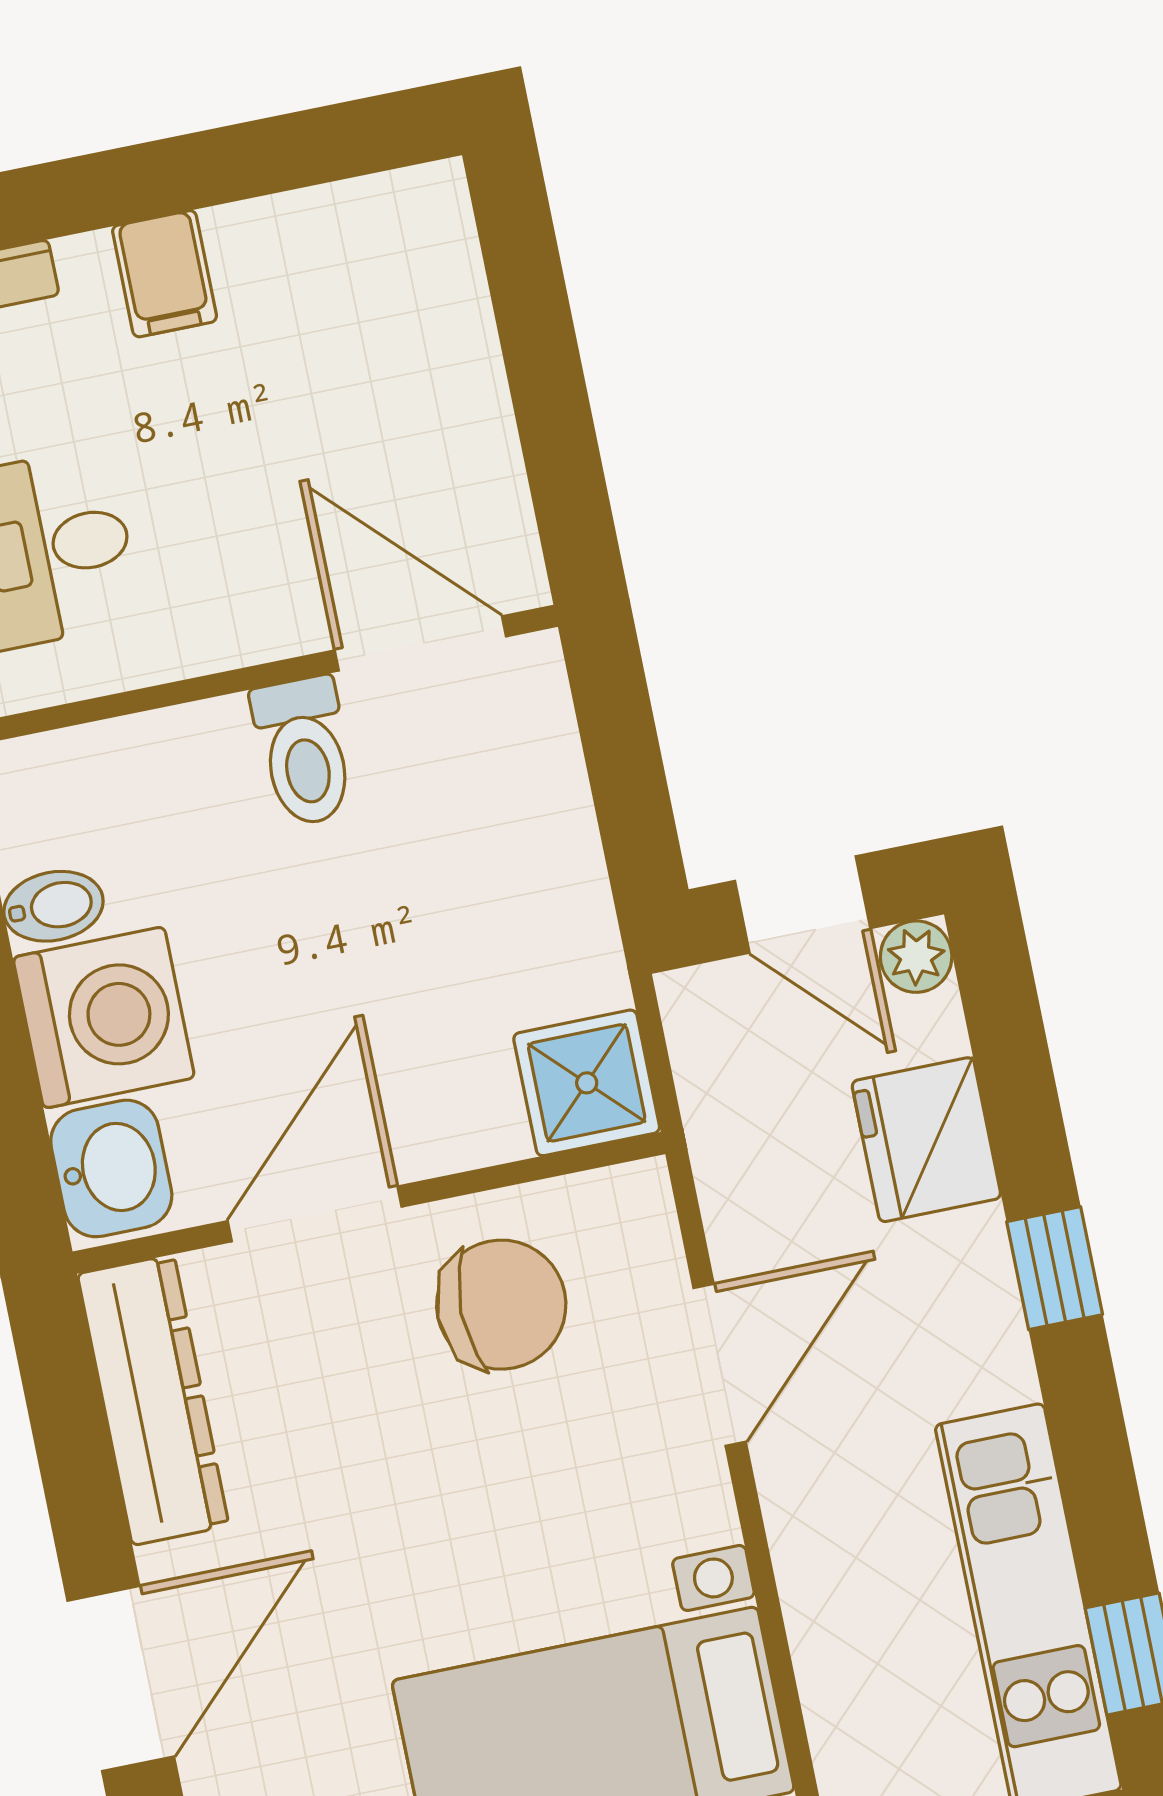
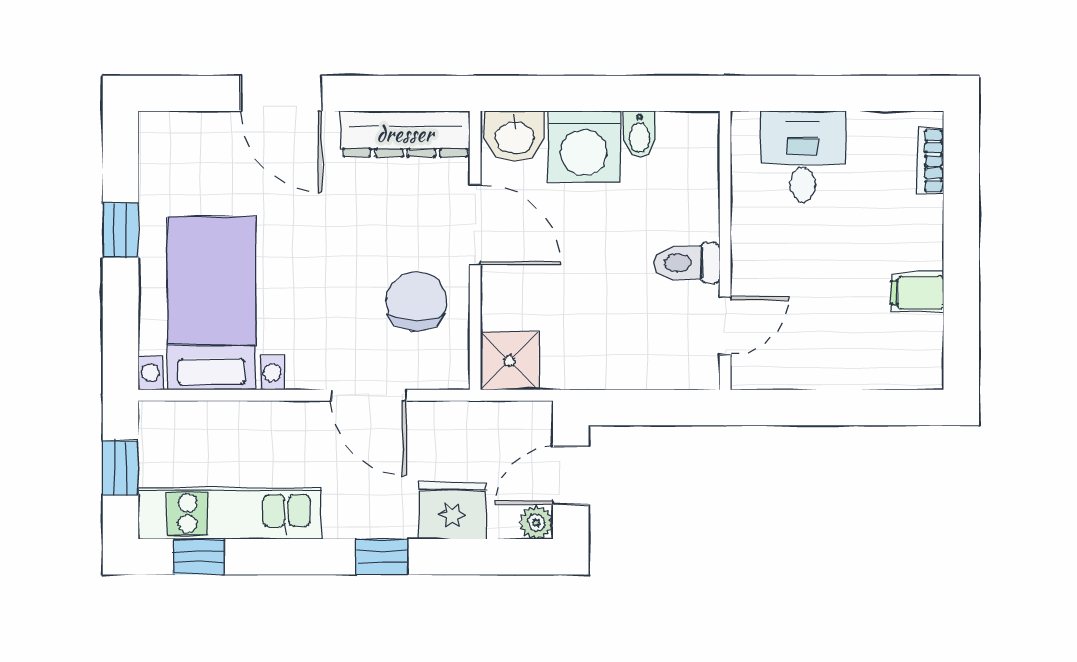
filing cabinet: (165, 274) -> (917, 293), moved
door: (420, 643) -> (725, 326), width x0.73
chair: (501, 1305) -> (416, 301), turned 180

